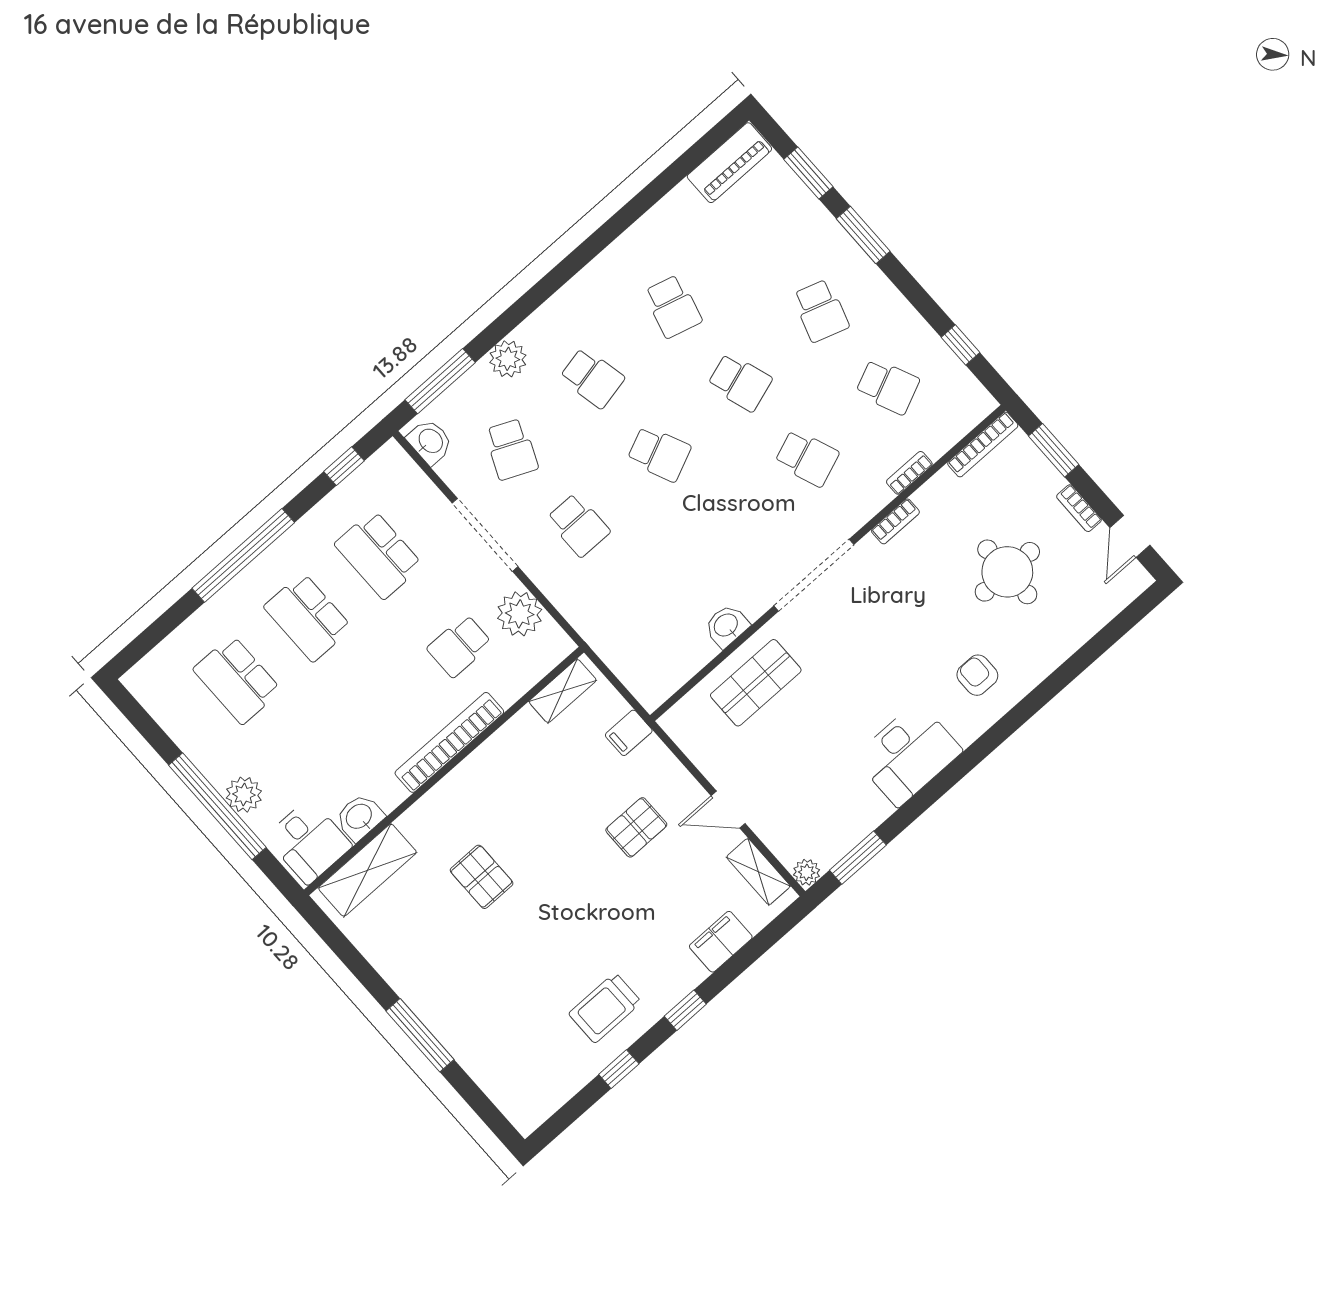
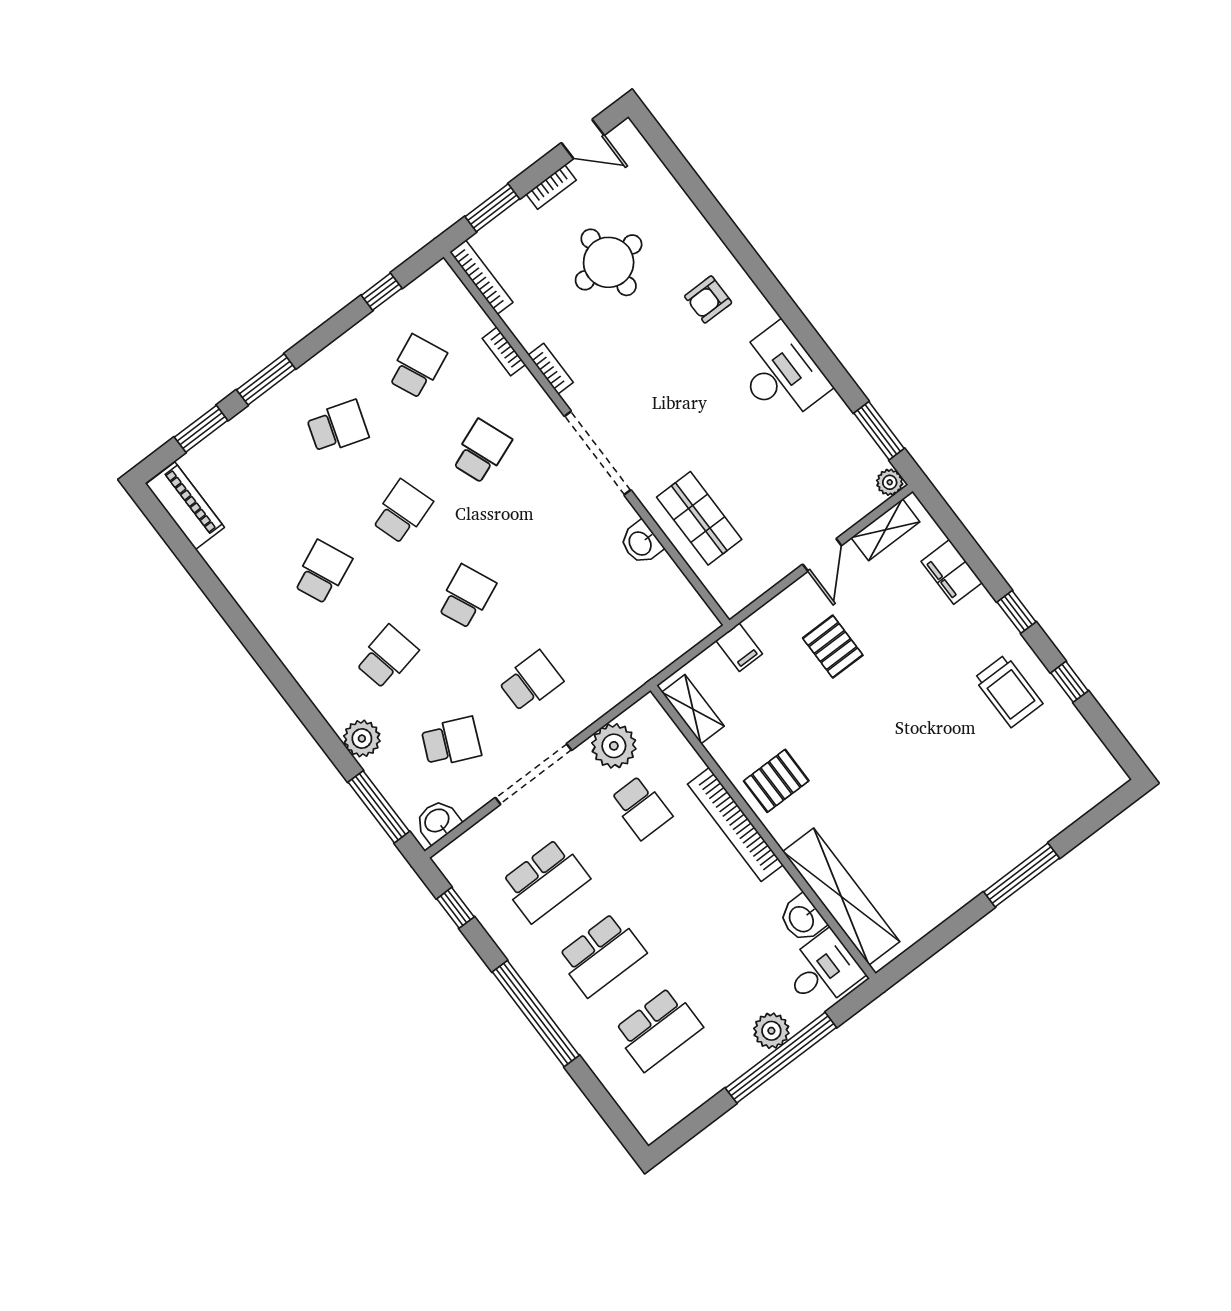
school desk: (673, 306) -> (322, 572), turned -39
shelving: (367, 870) -> (841, 897), width x1.47
pallet: (482, 877) -> (776, 781), moved

